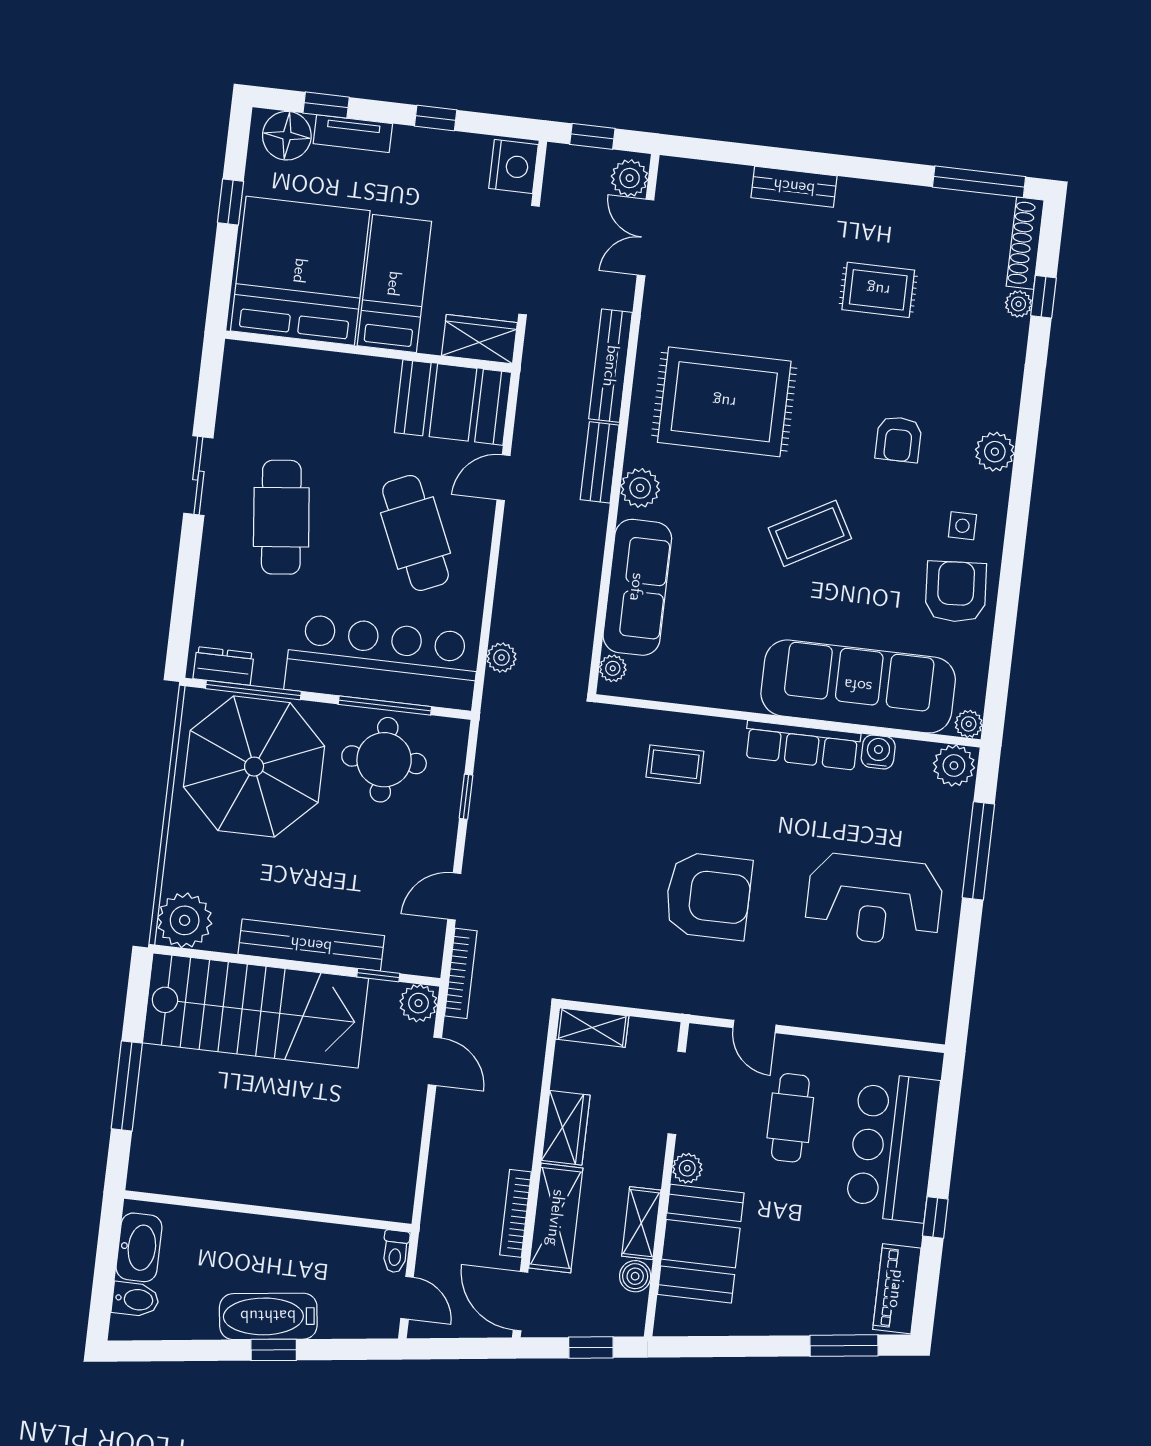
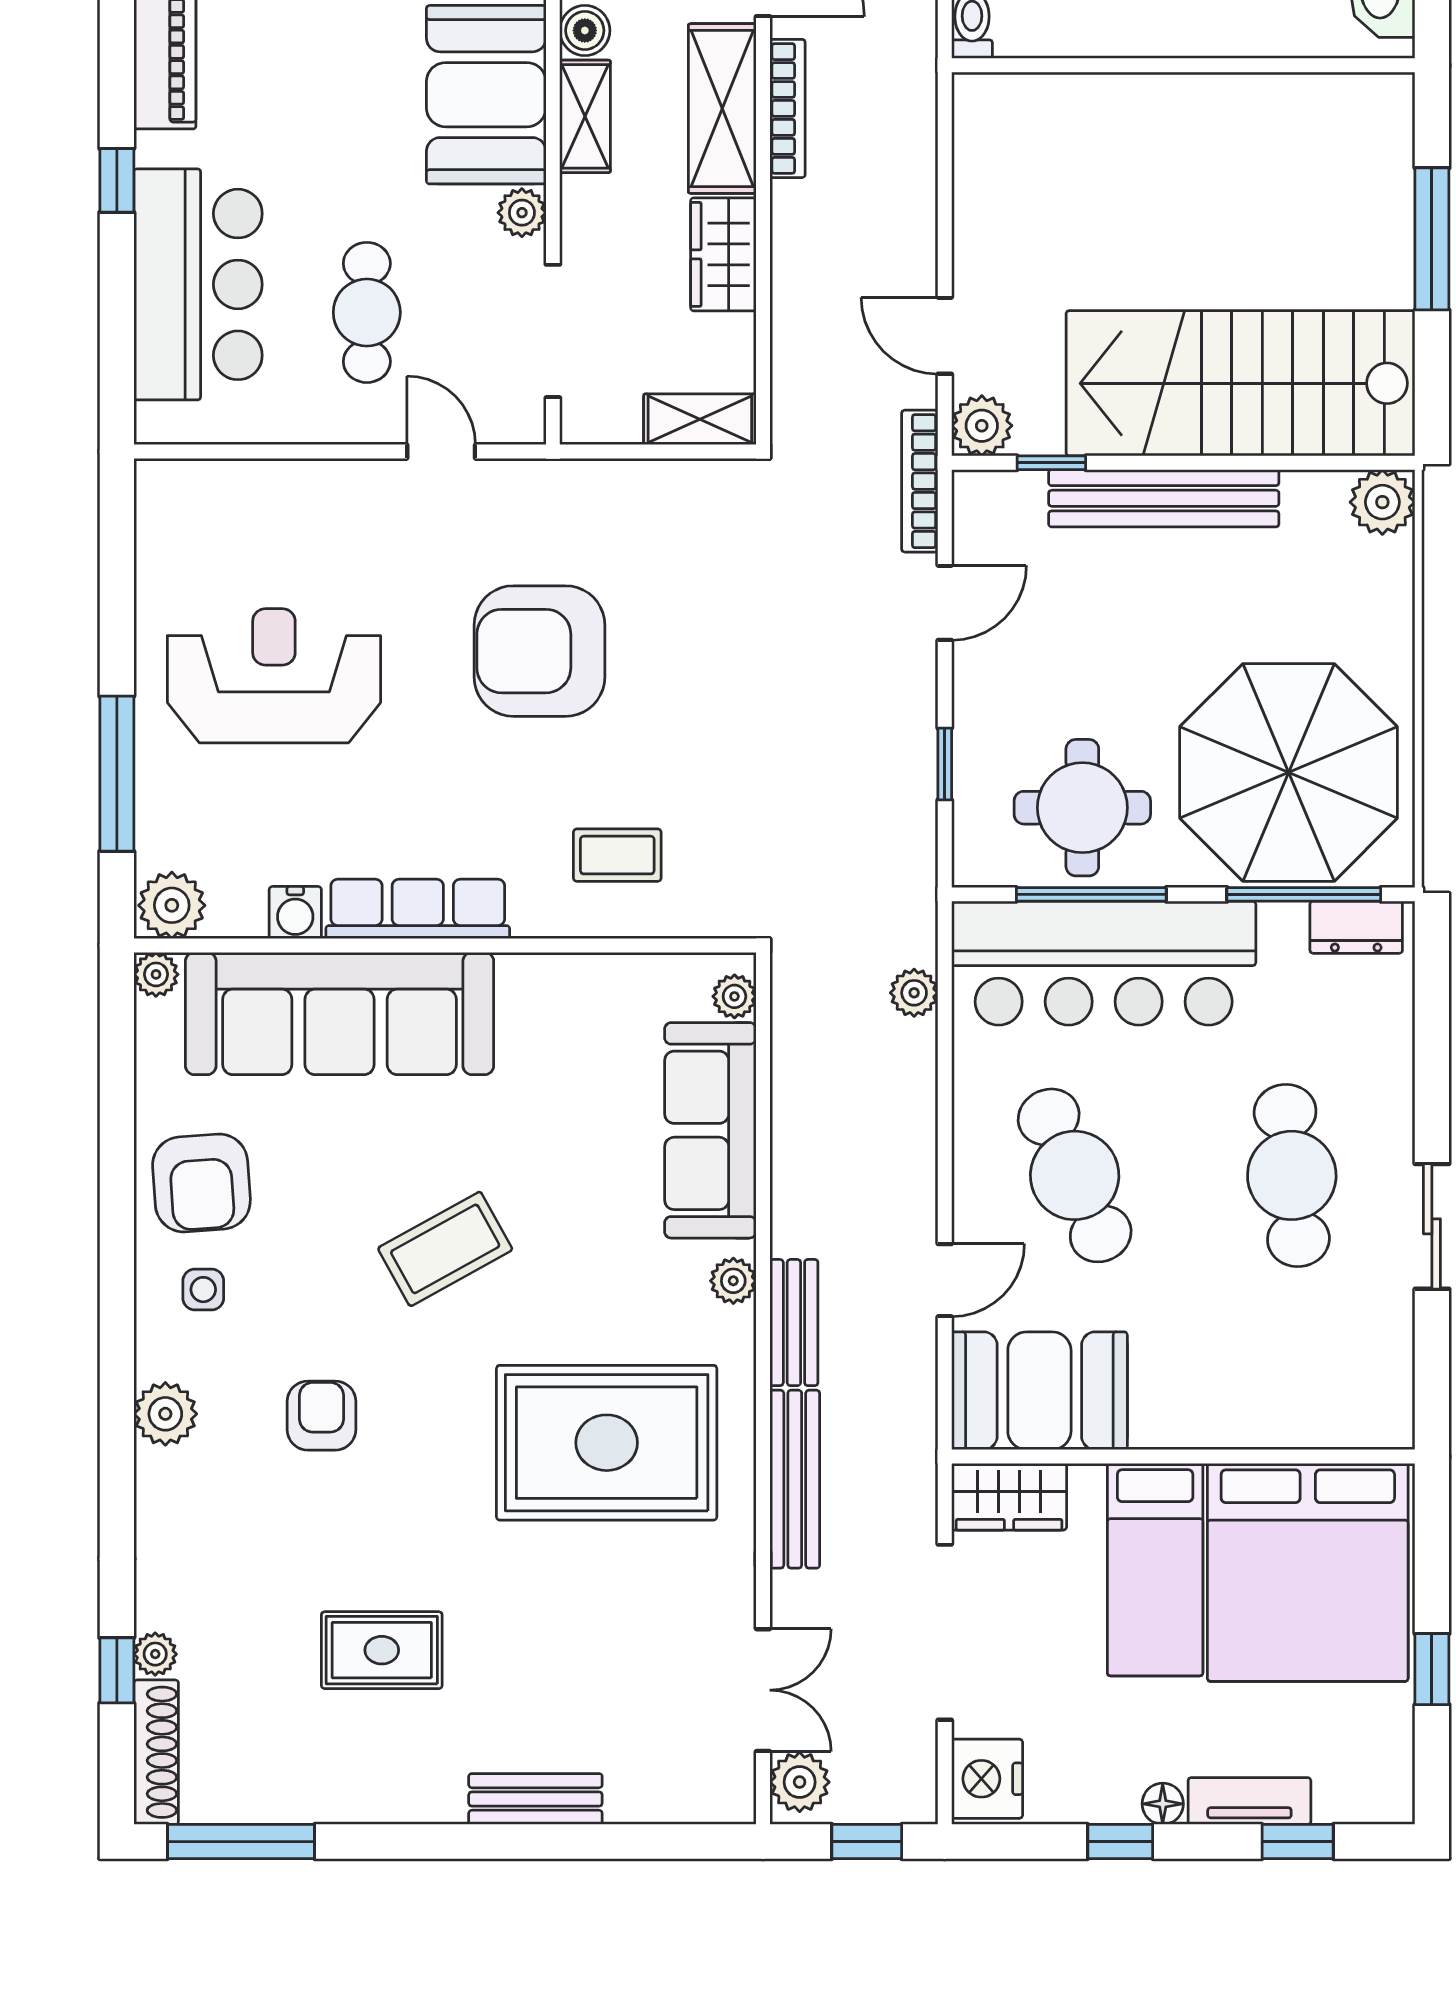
floor lamp: (287, 136) -> (1163, 1804), moved, width x0.53, depth x0.53
plant: (640, 488) -> (733, 1281), width x0.73, depth x0.73
plant: (185, 920) -> (1382, 502), width x0.73, depth x0.73

